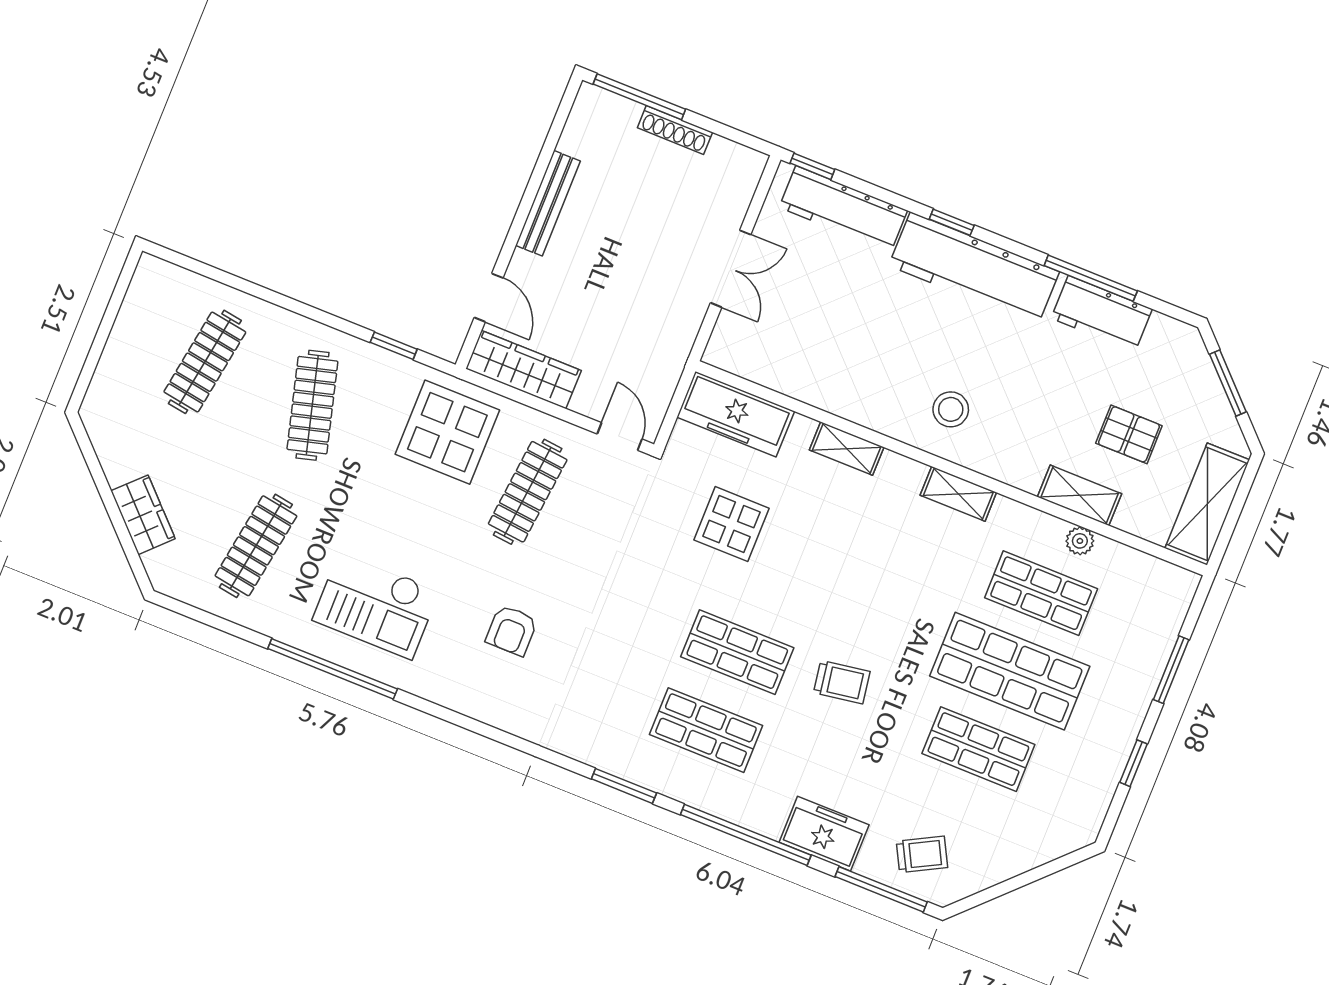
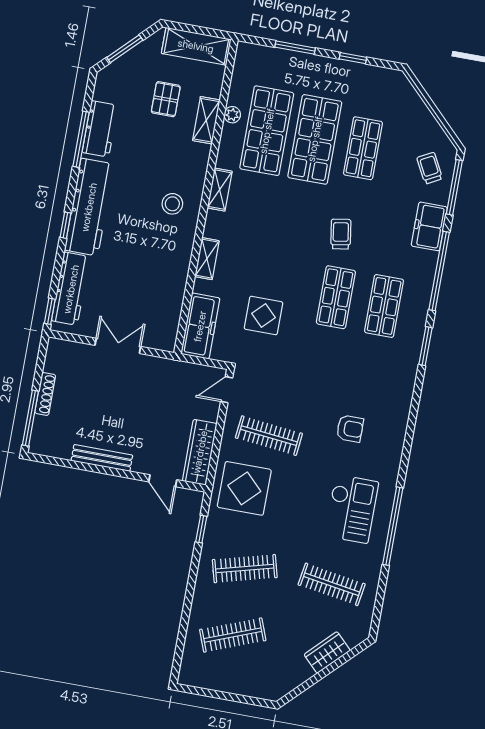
door: (489, 298) -> (163, 481), swing flipped
clothes rail: (205, 362) -> (233, 635), turned -30
shop shelf: (1041, 593) -> (267, 131), width x1.43, depth x1.36

